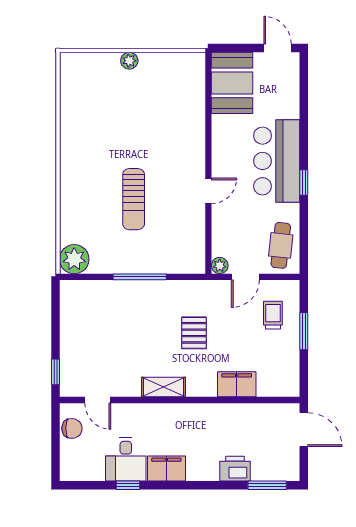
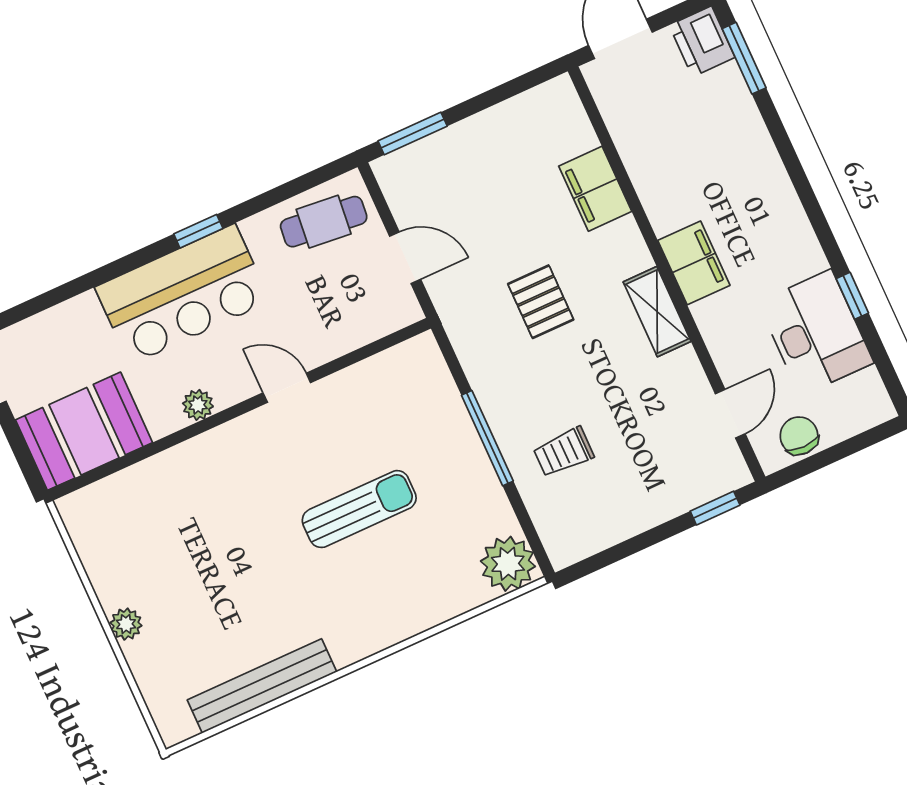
bench: (69, 113) -> (262, 686), added
plant: (220, 266) -> (198, 405), moved
trolley: (273, 315) -> (564, 452), moved
window: (304, 331) -> (413, 134), moved
pallet: (194, 333) -> (541, 302), turned 90
desk: (126, 459) -> (816, 333), width x1.37
filing cabinet: (166, 469) -> (694, 263), moved, turned 180
printer: (235, 469) -> (702, 41), moved

